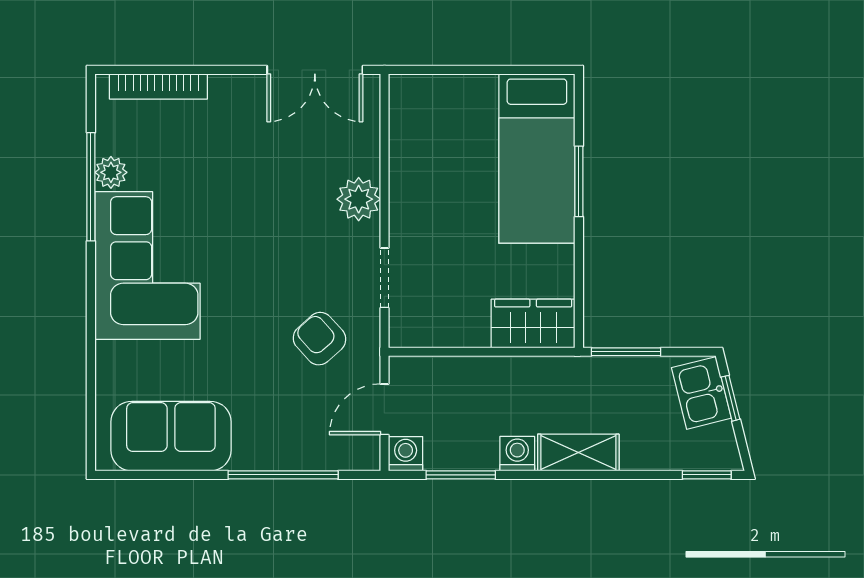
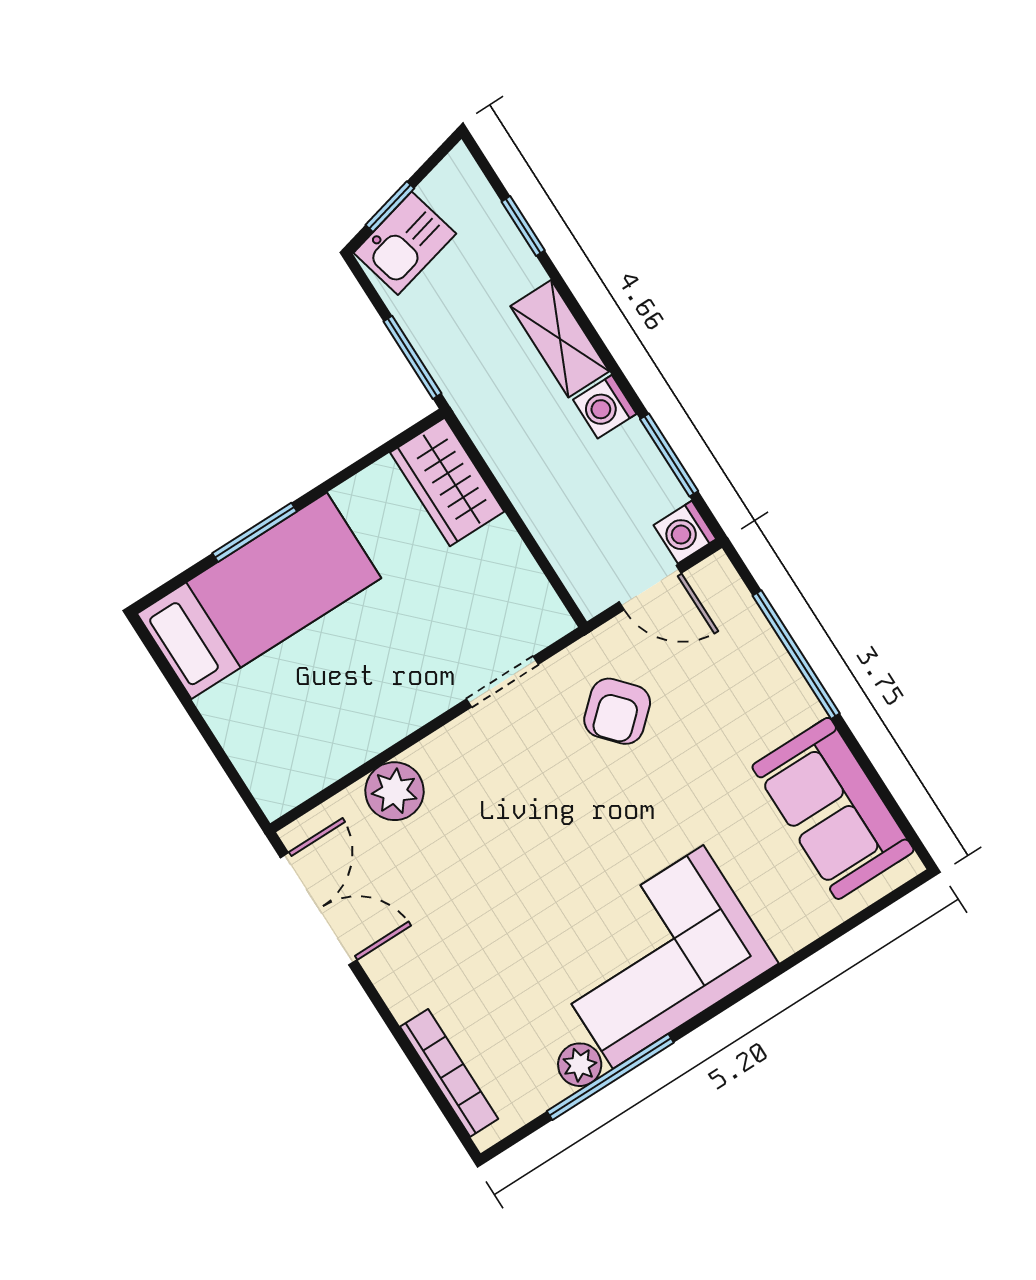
plant: (359, 199) -> (394, 791), moved
window: (707, 475) -> (523, 226), moved

